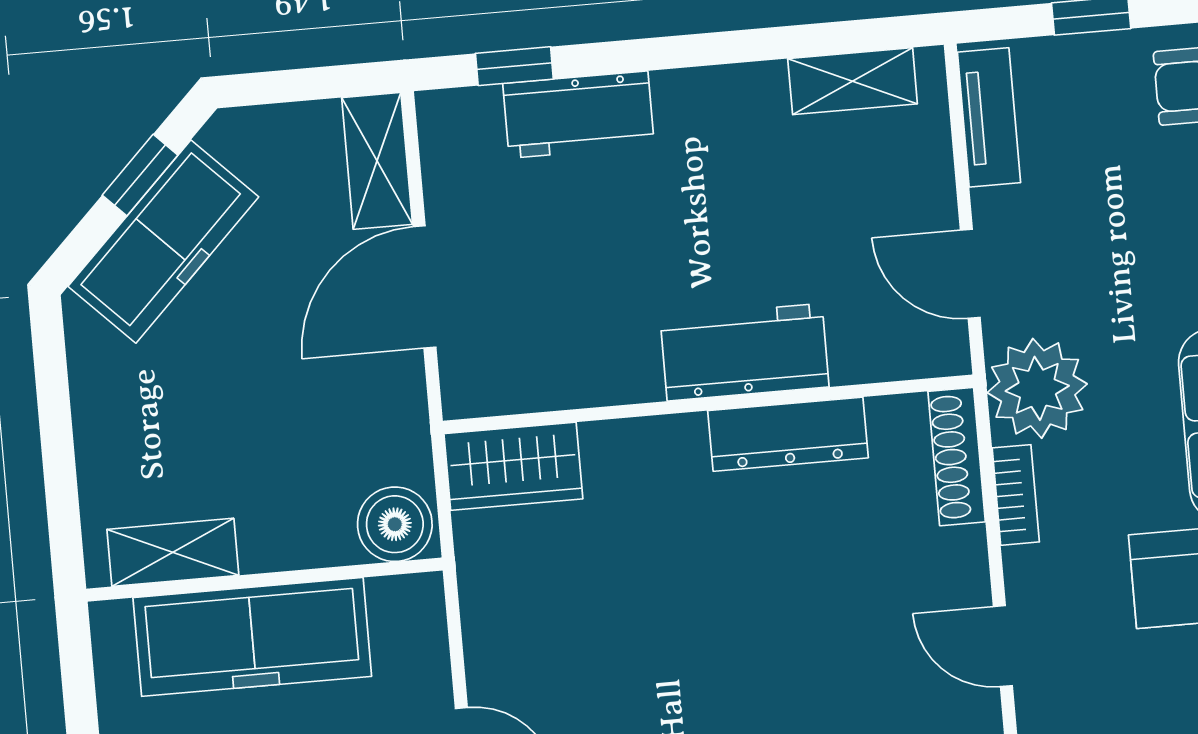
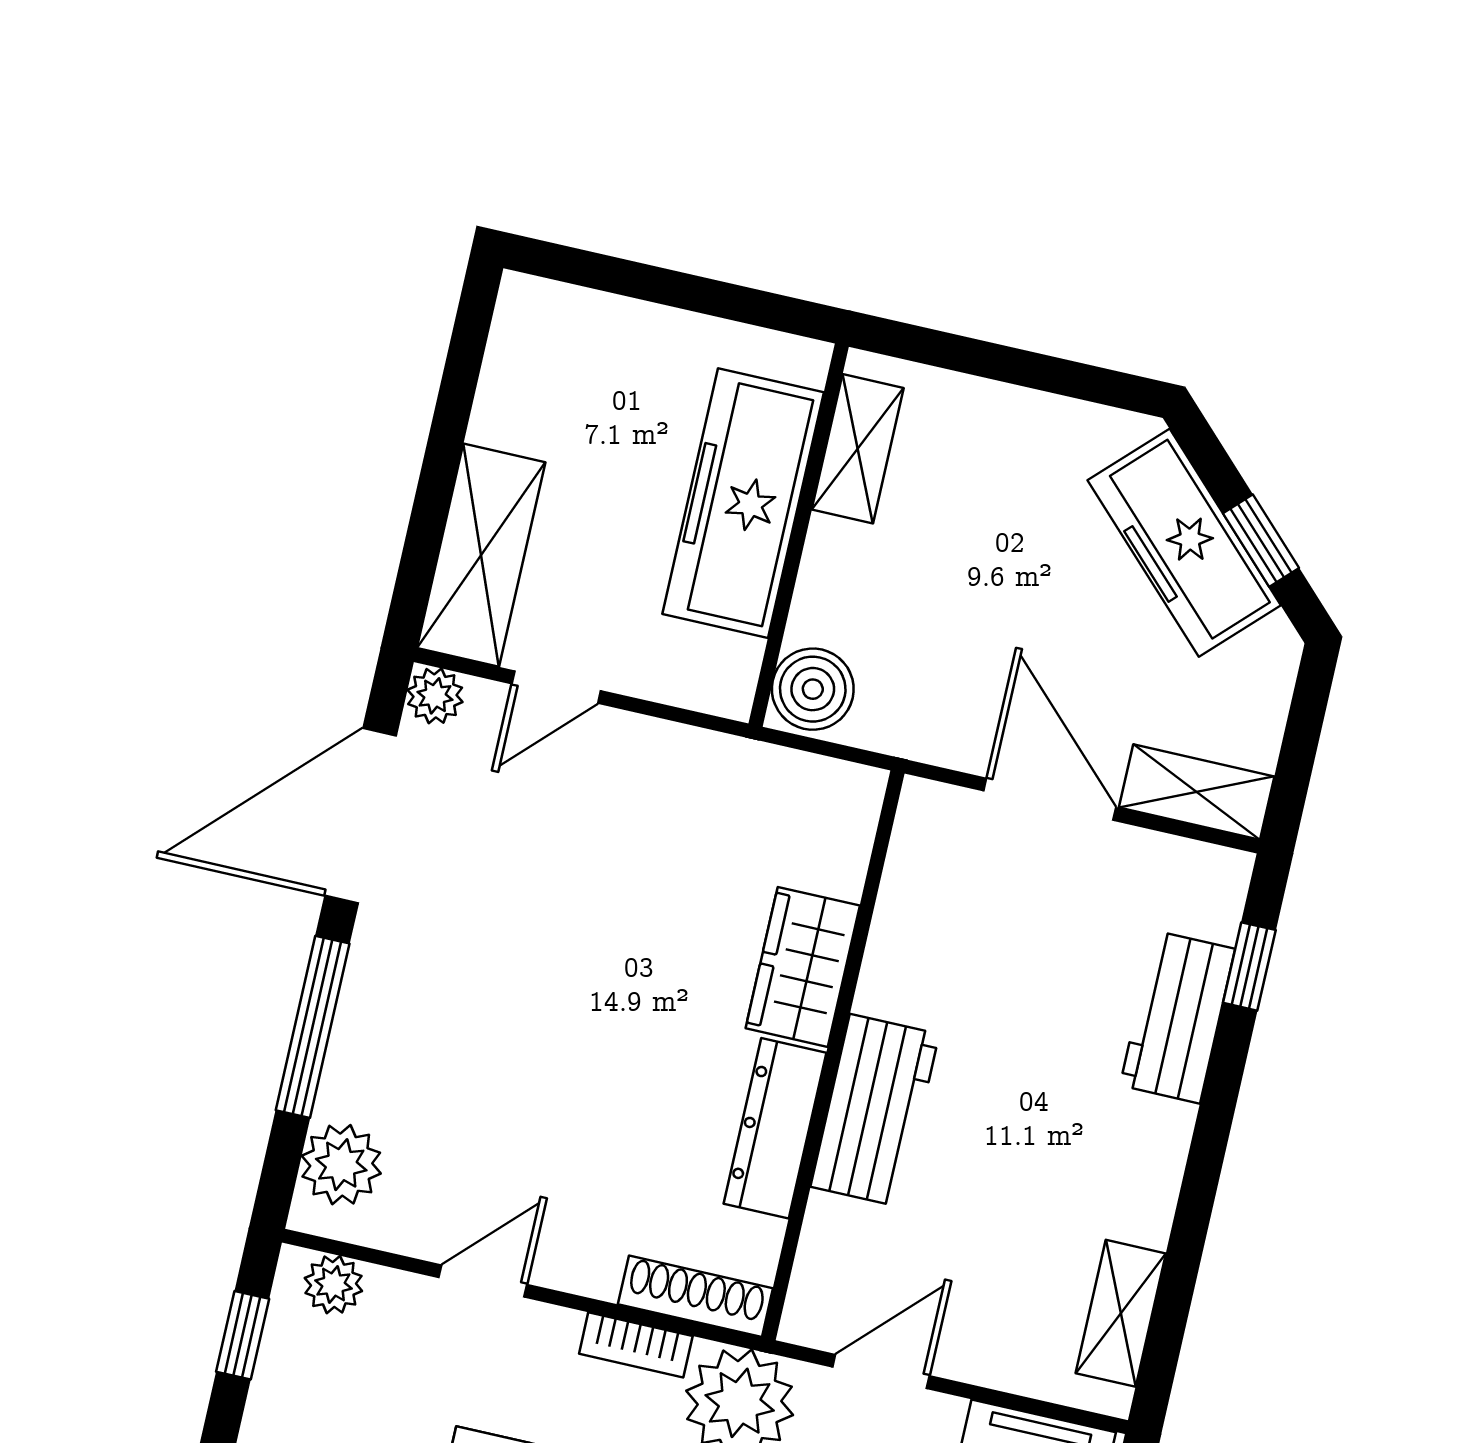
wardrobe: (513, 466) -> (803, 967), moved

